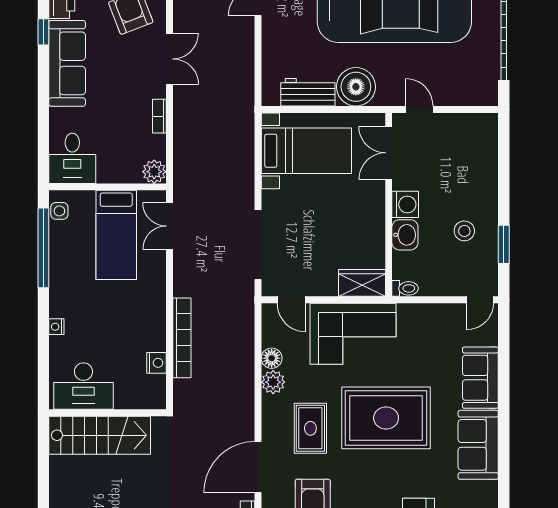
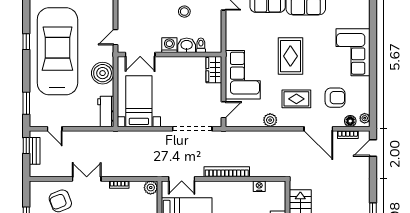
workbench: (308, 92) -> (106, 111), moved
toilet: (405, 288) -> (201, 45), moved
bookcase: (182, 338) -> (227, 172), moved
floor lamp: (272, 358) -> (257, 121), removed
rug: (386, 418) -> (290, 56), width x0.73, depth x0.69

